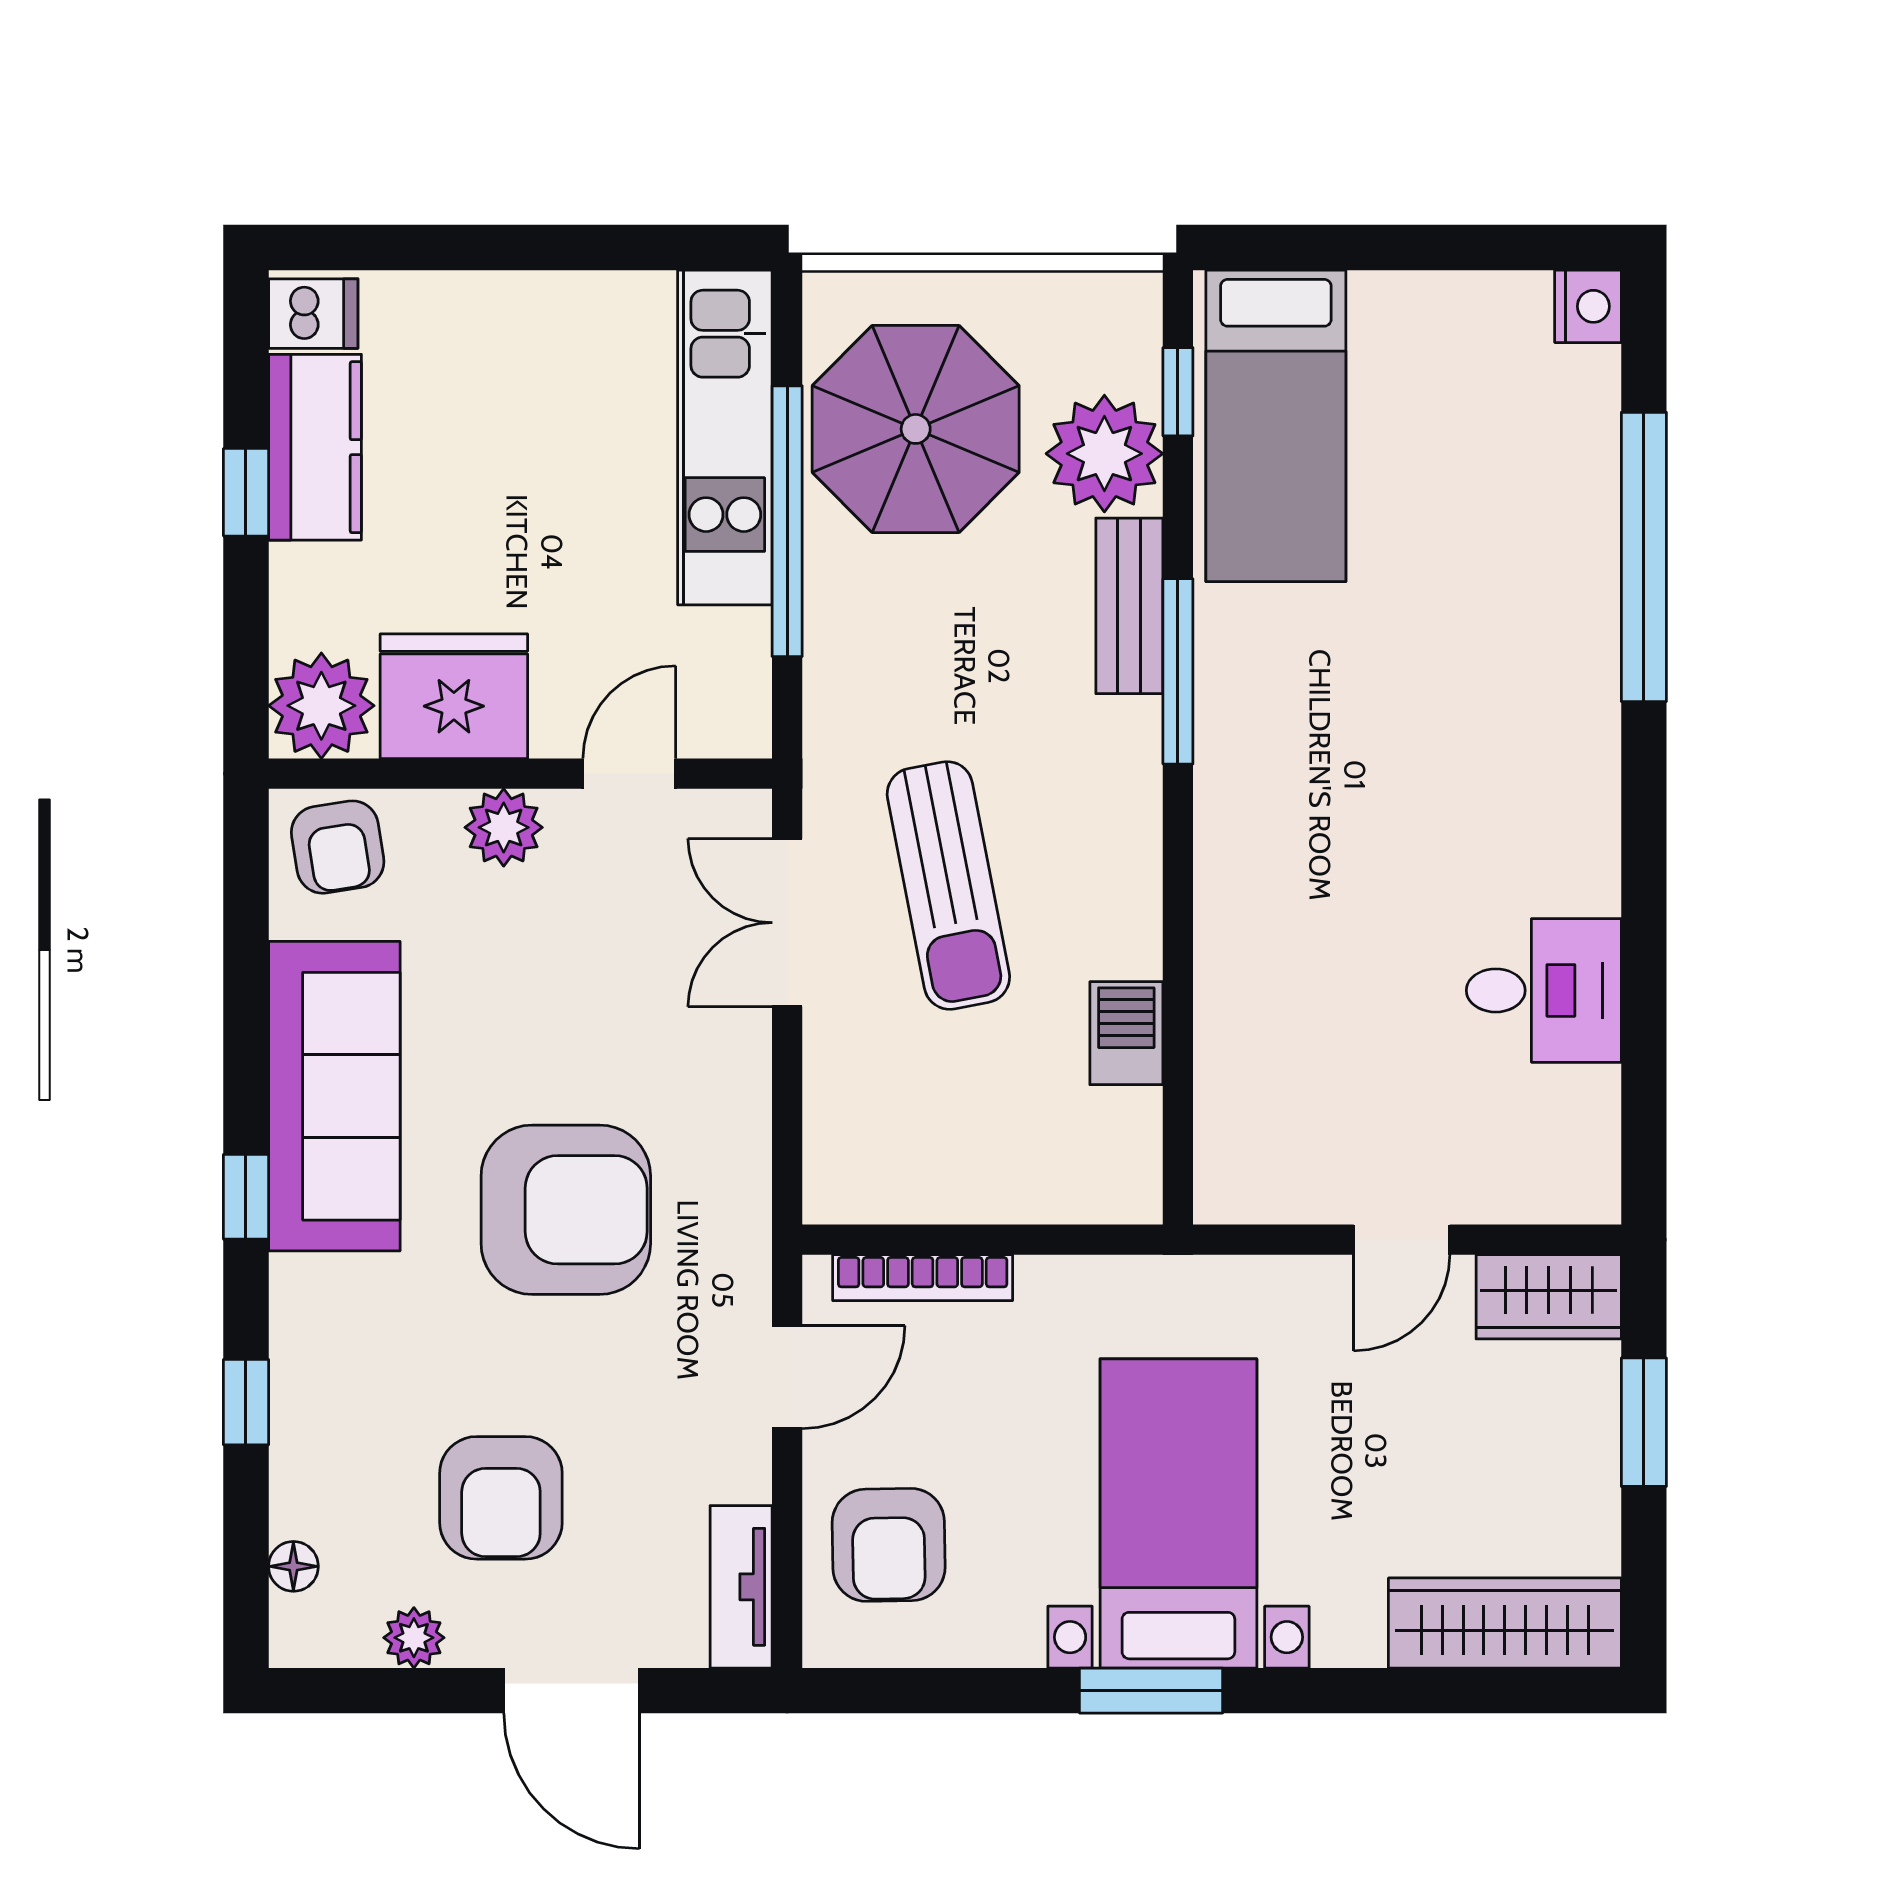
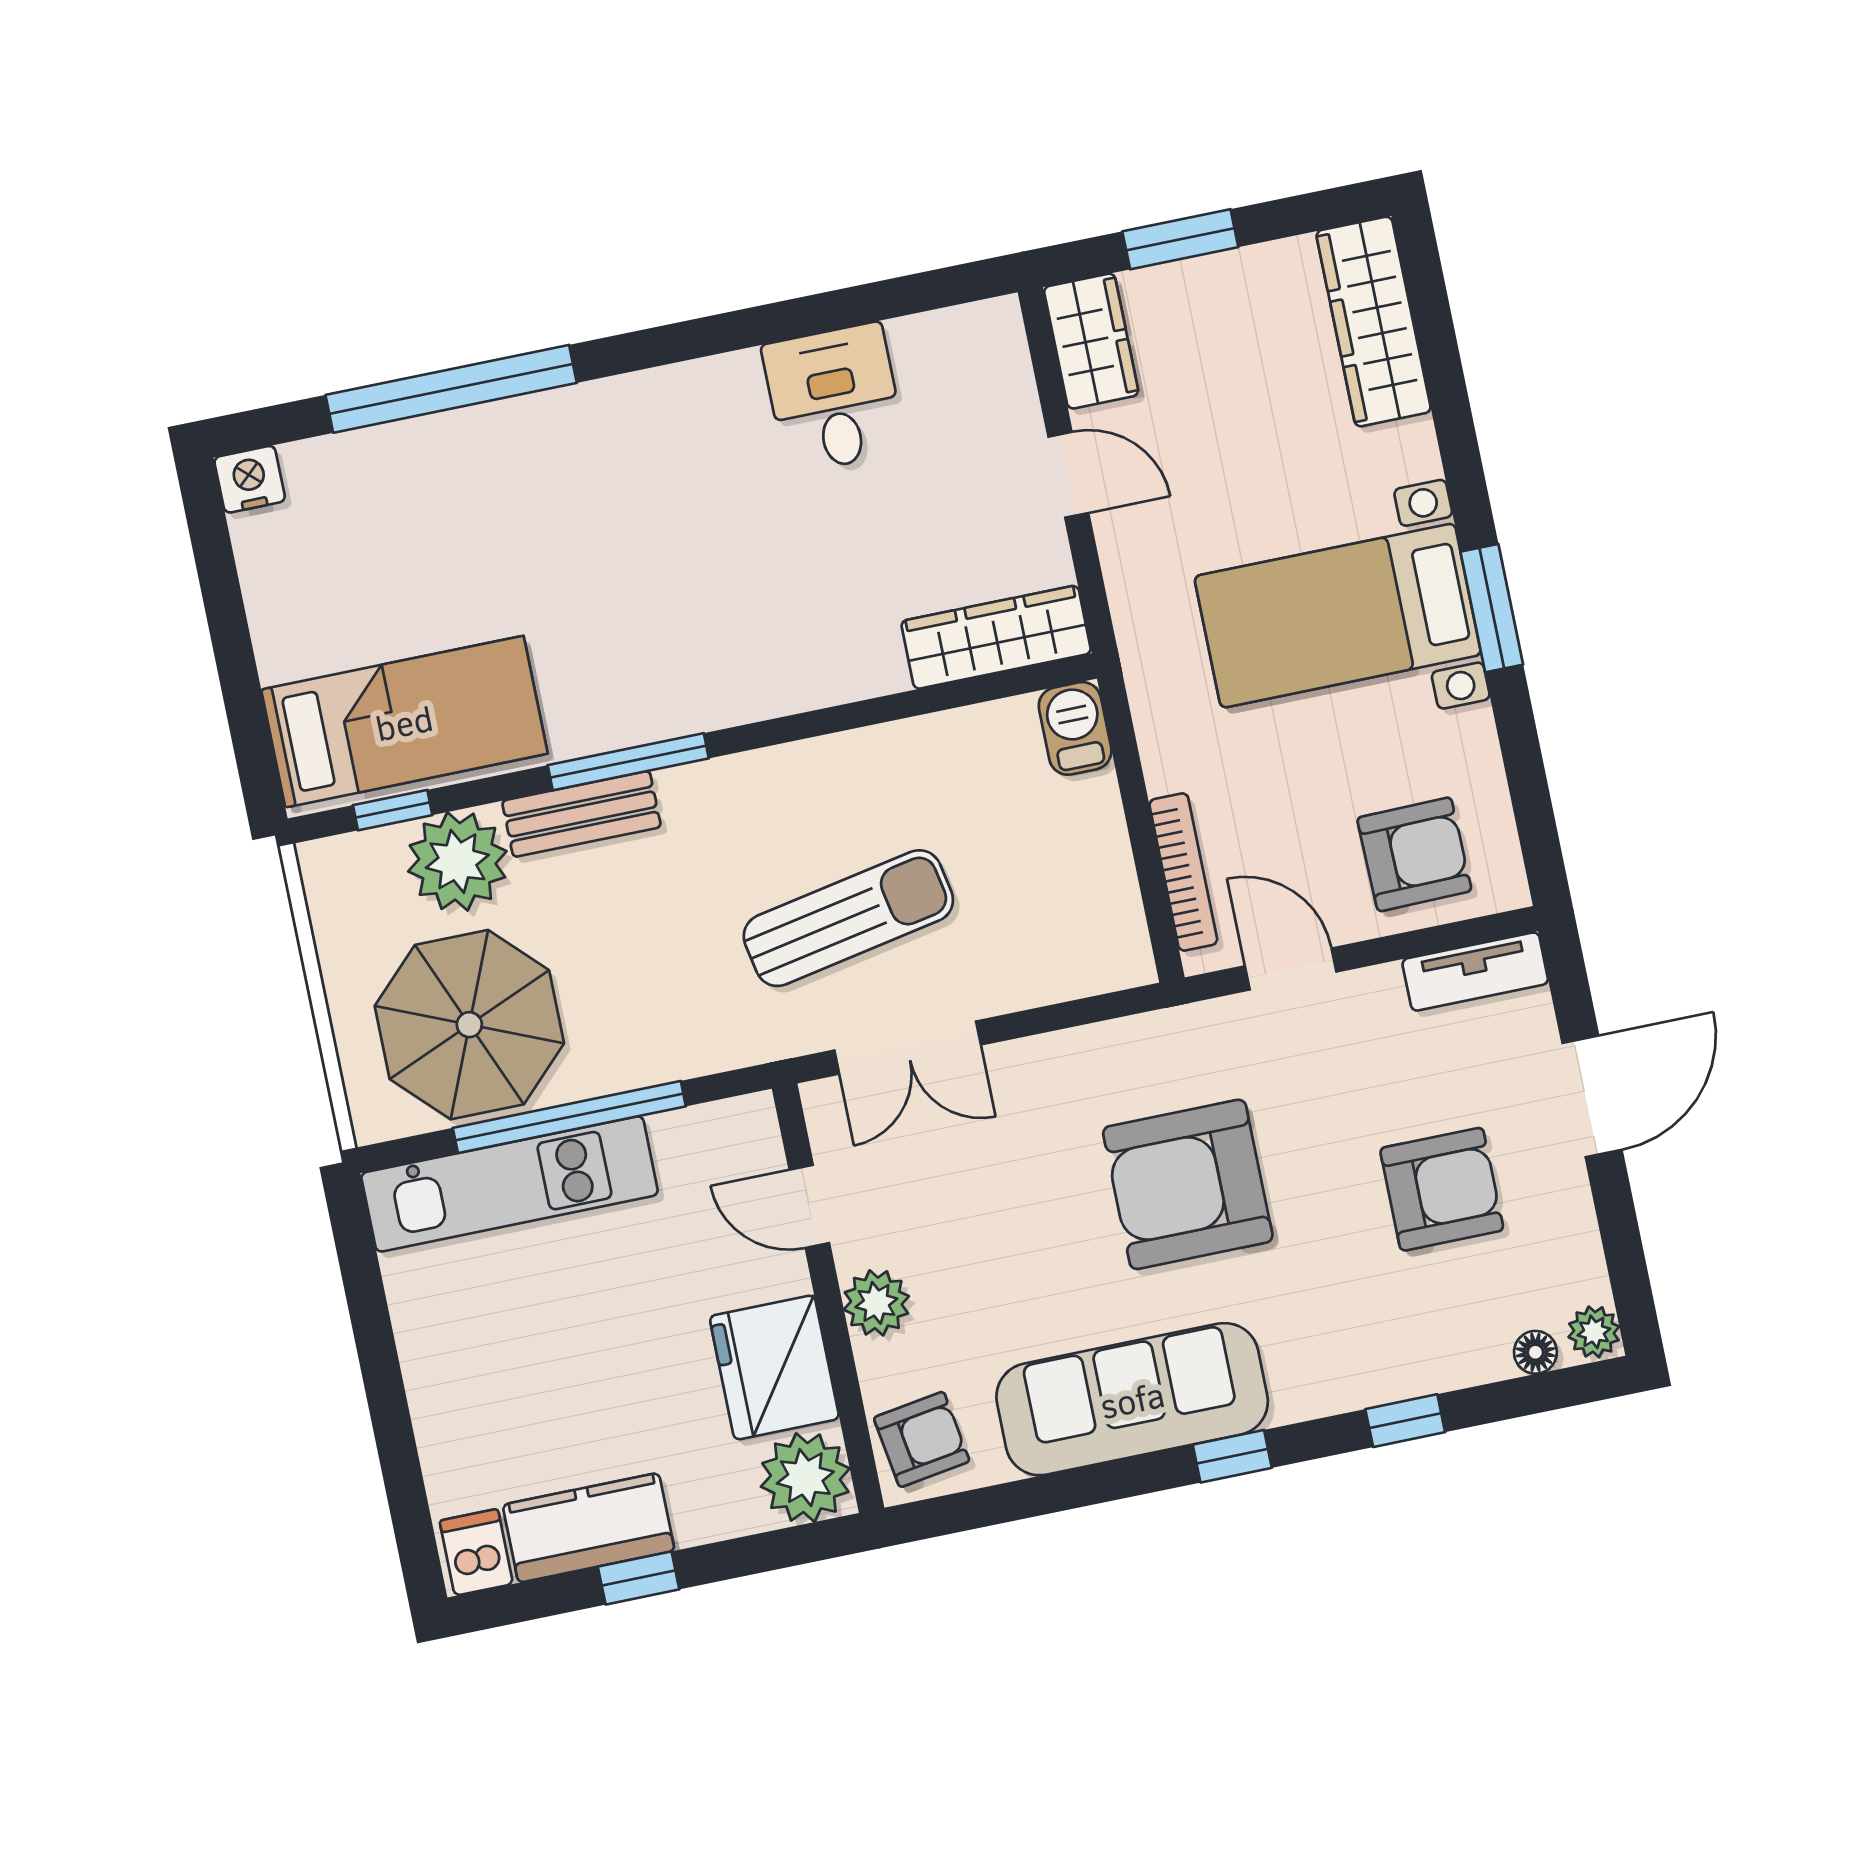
barbecue: (1126, 1033) -> (1075, 728), moved, turned 90
wardrobe: (1234, 1119) -> (996, 637), added
armchair: (566, 1210) -> (1188, 1184), turned -90
plant: (414, 1638) -> (1594, 1332), moved

